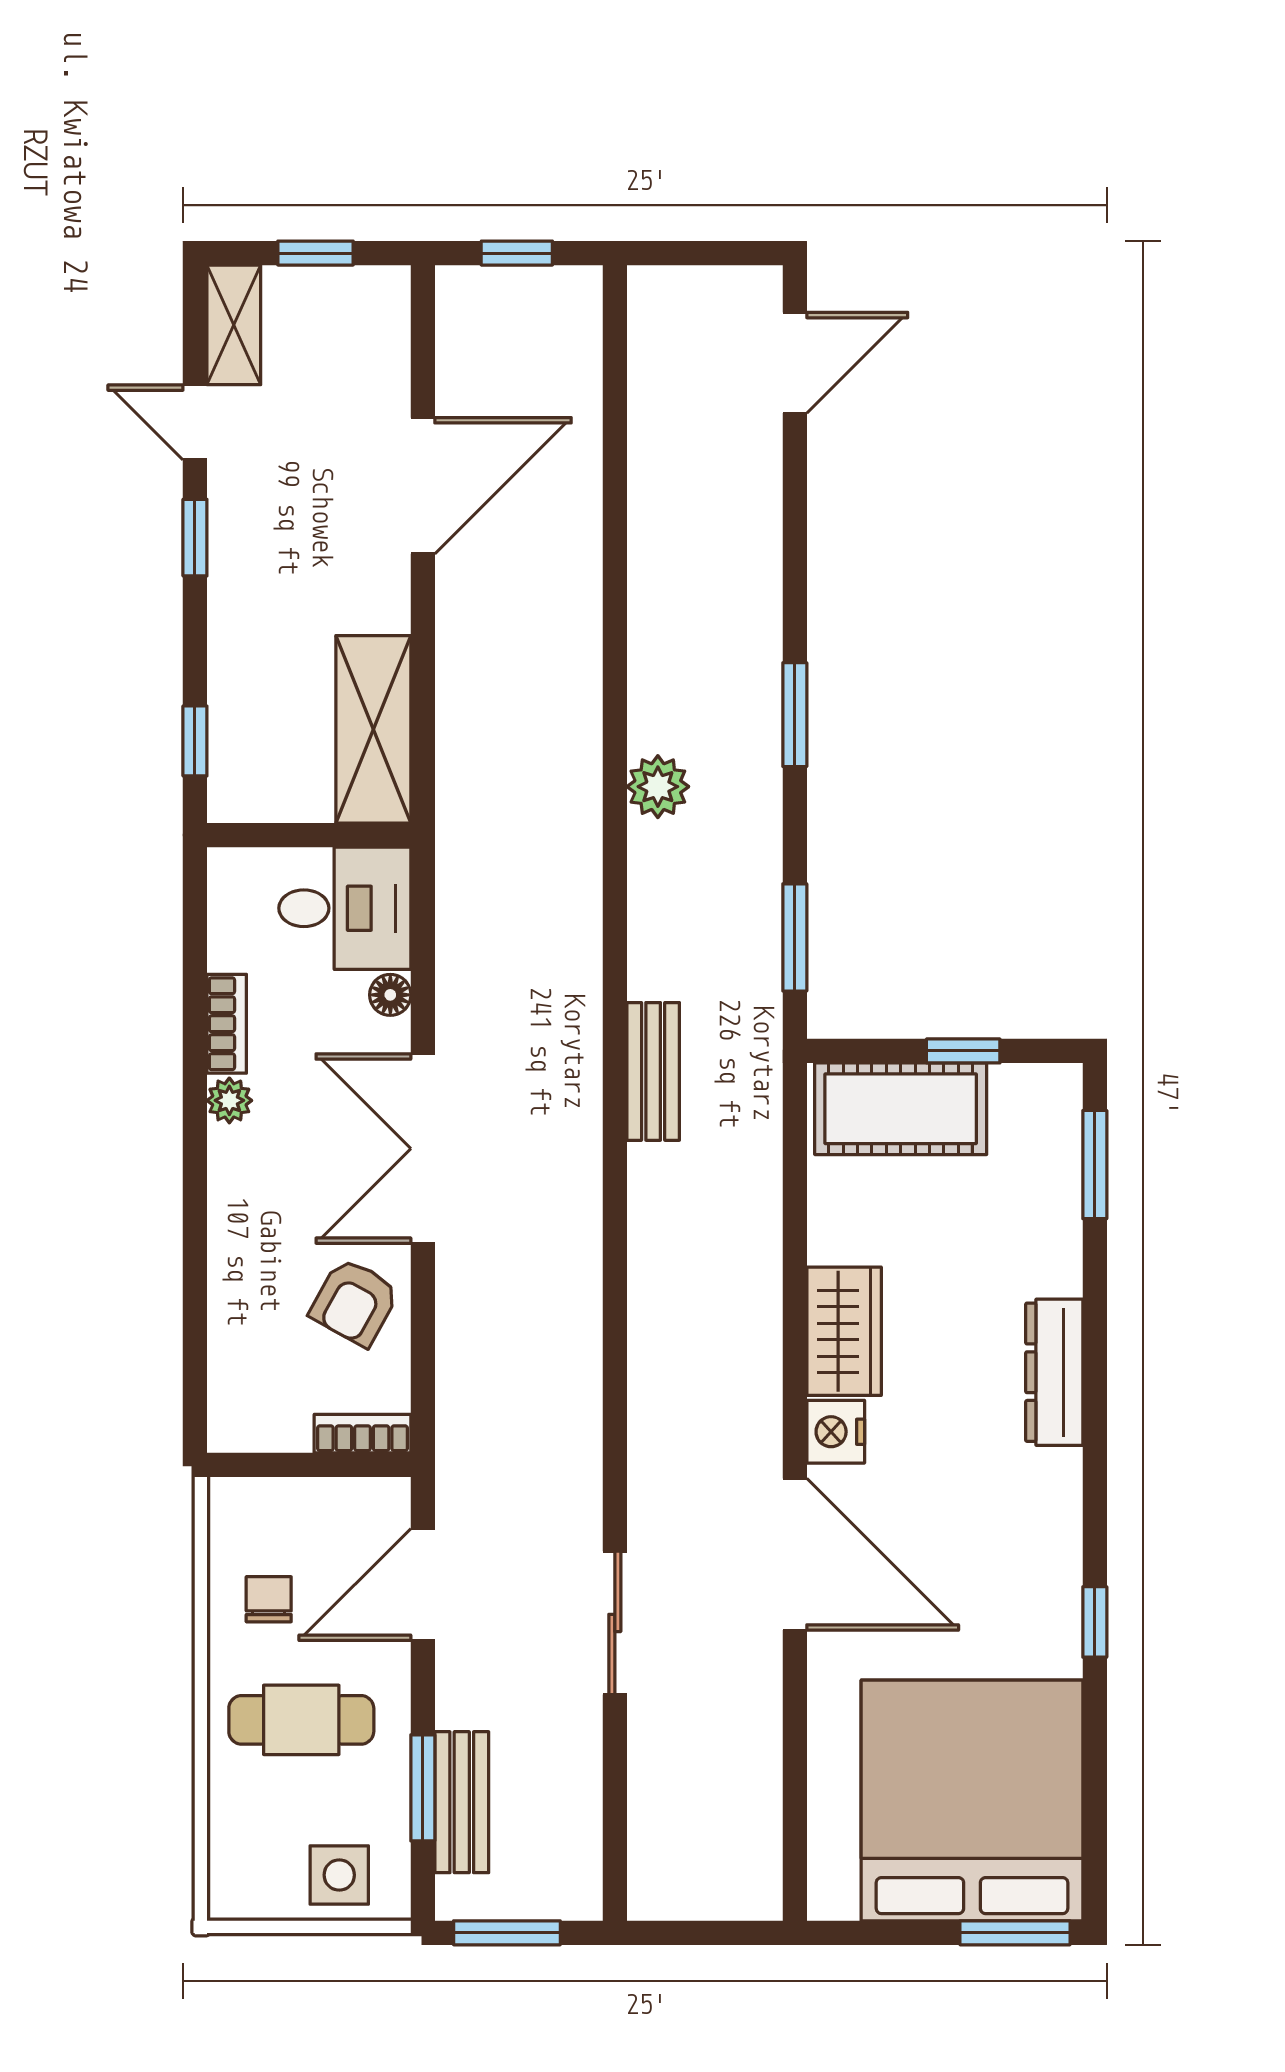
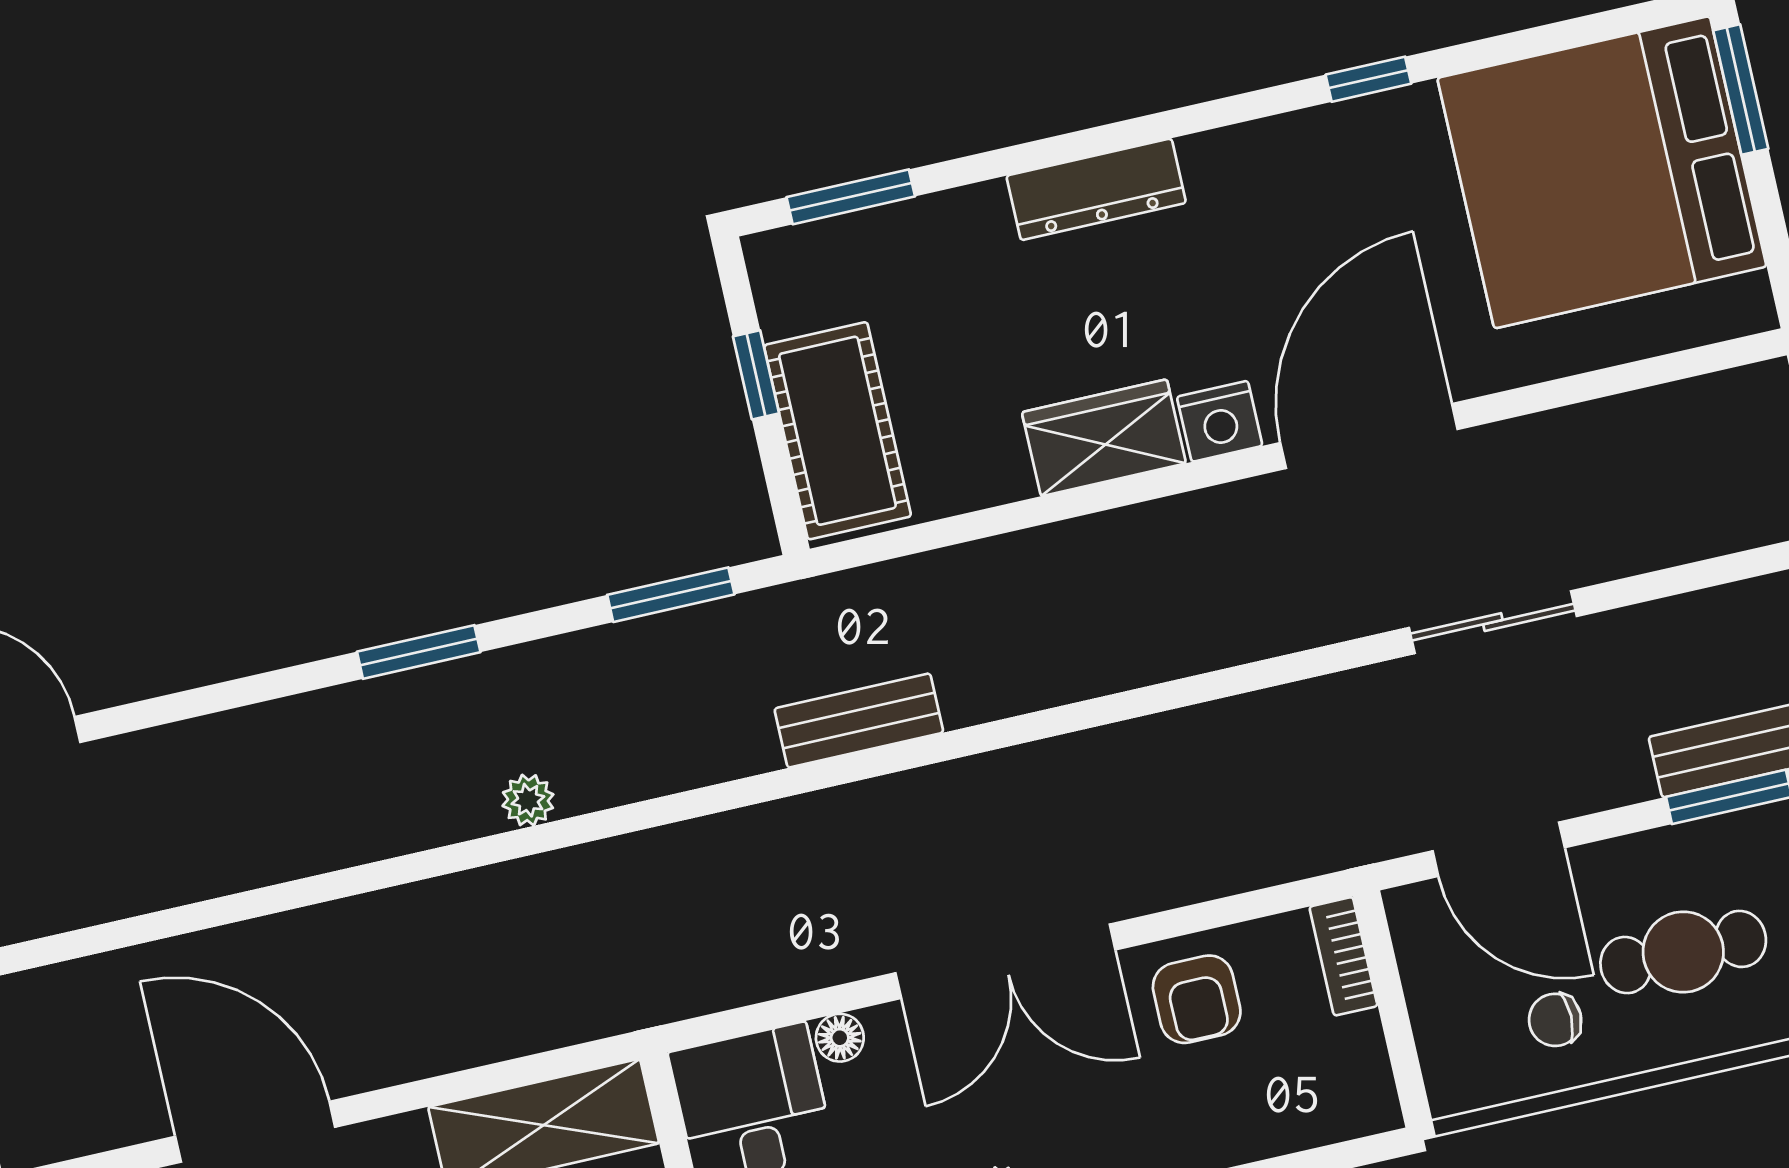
plant: (658, 787) -> (528, 800), width x0.73, depth x0.73
armchair: (355, 1302) -> (1197, 999), turned 61
cafe table: (301, 1720) -> (1683, 952), turned 90

